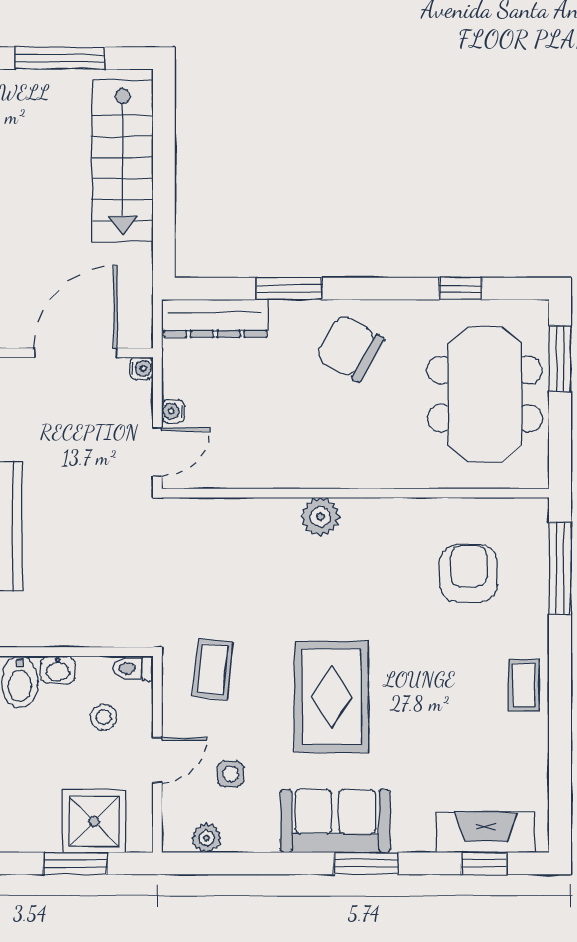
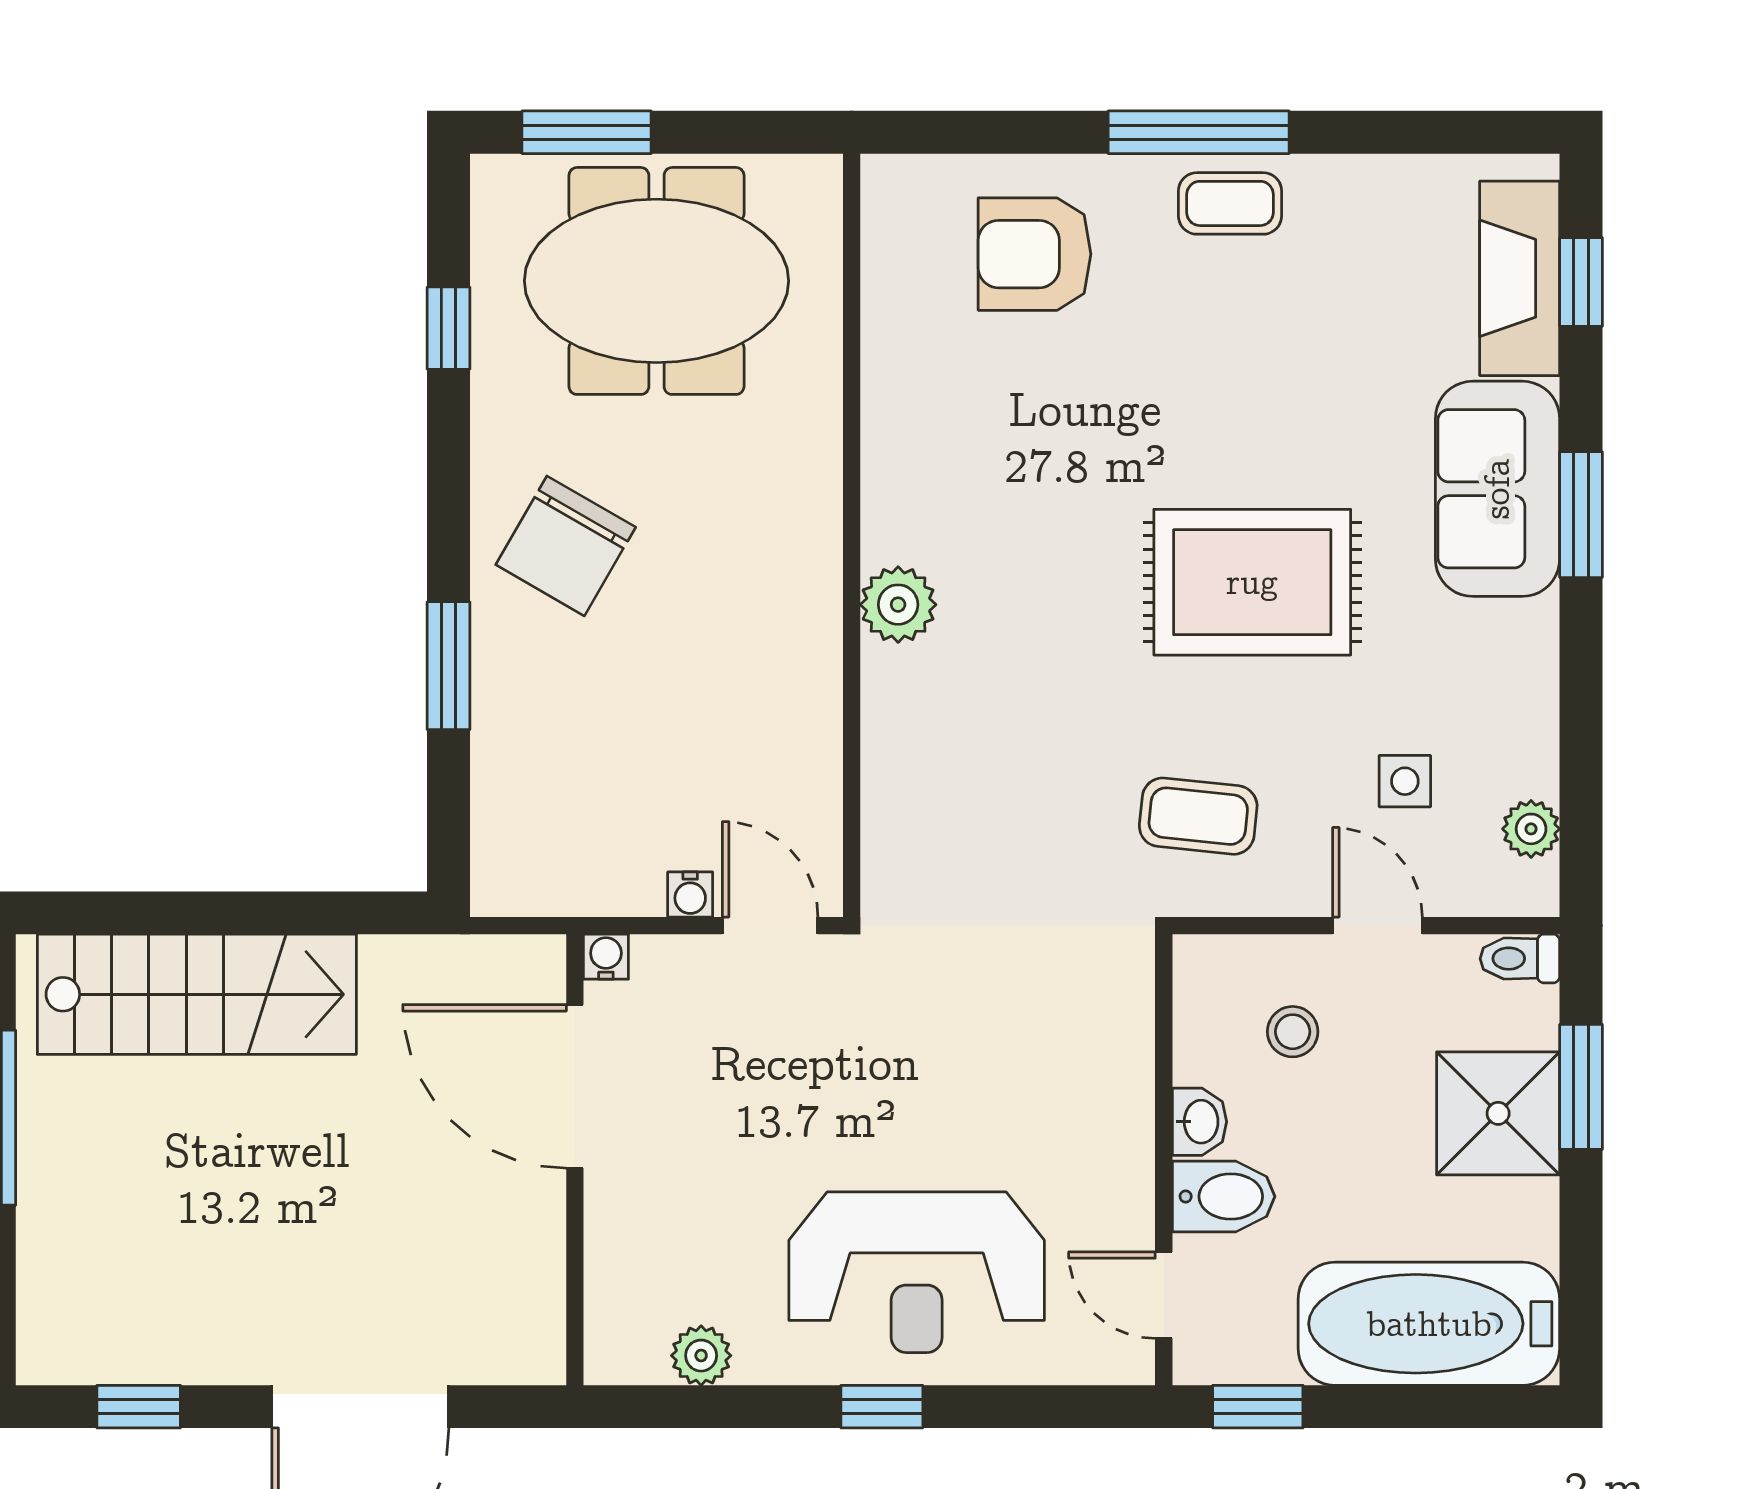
dresser: (215, 318) -> (507, 812), removed
window: (560, 568) -> (1199, 132), moved
armchair: (469, 573) -> (1035, 254), moved
toilet: (133, 668) -> (1520, 959), moved, turned 90
shower: (94, 821) -> (1498, 1113), moved
sofa: (335, 821) -> (1497, 489), moved

